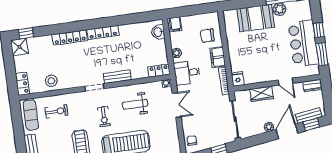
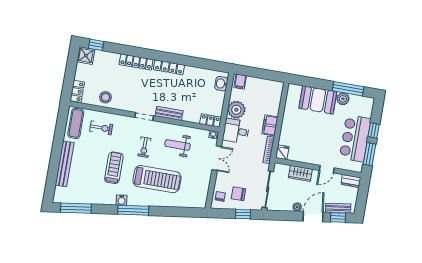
chair: (207, 36) -> (238, 194), moved
plant: (177, 53) -> (236, 110), width x1.87, depth x1.87
door: (286, 82) -> (327, 169), hinge flipped

